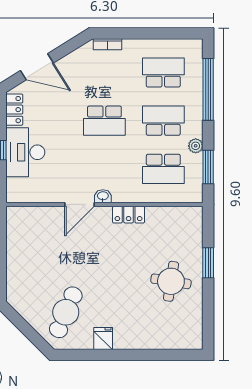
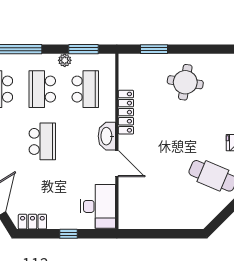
desk: (25, 152) -> (98, 206), moved, turned -90
washbasin: (103, 196) -> (107, 136), width x1.91, depth x1.45
locker: (129, 215) -> (126, 112), width x1.53
window: (208, 263) -> (154, 49), moved

